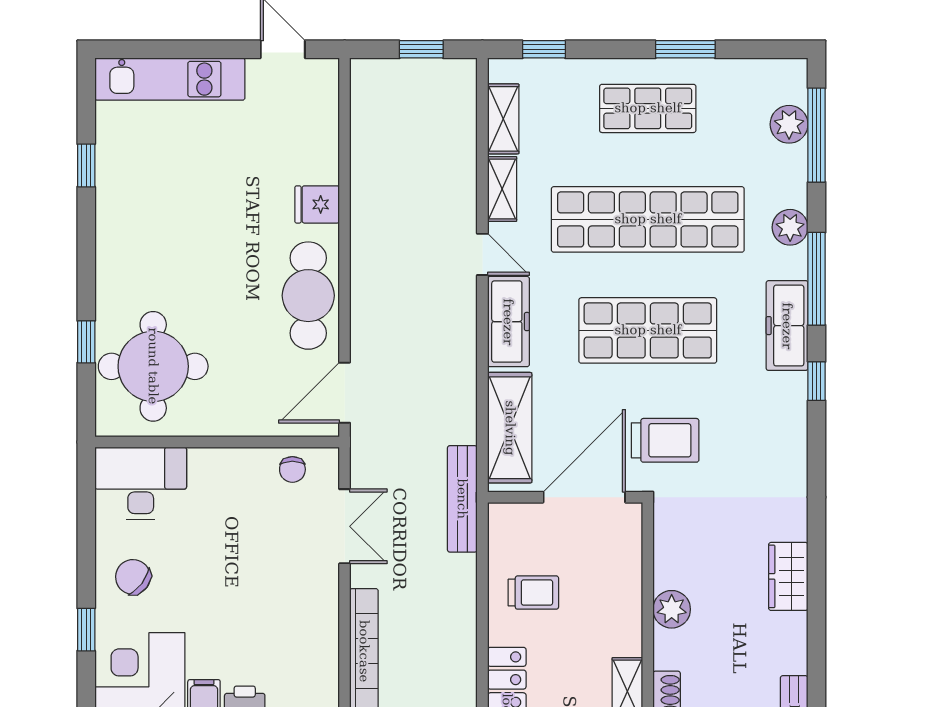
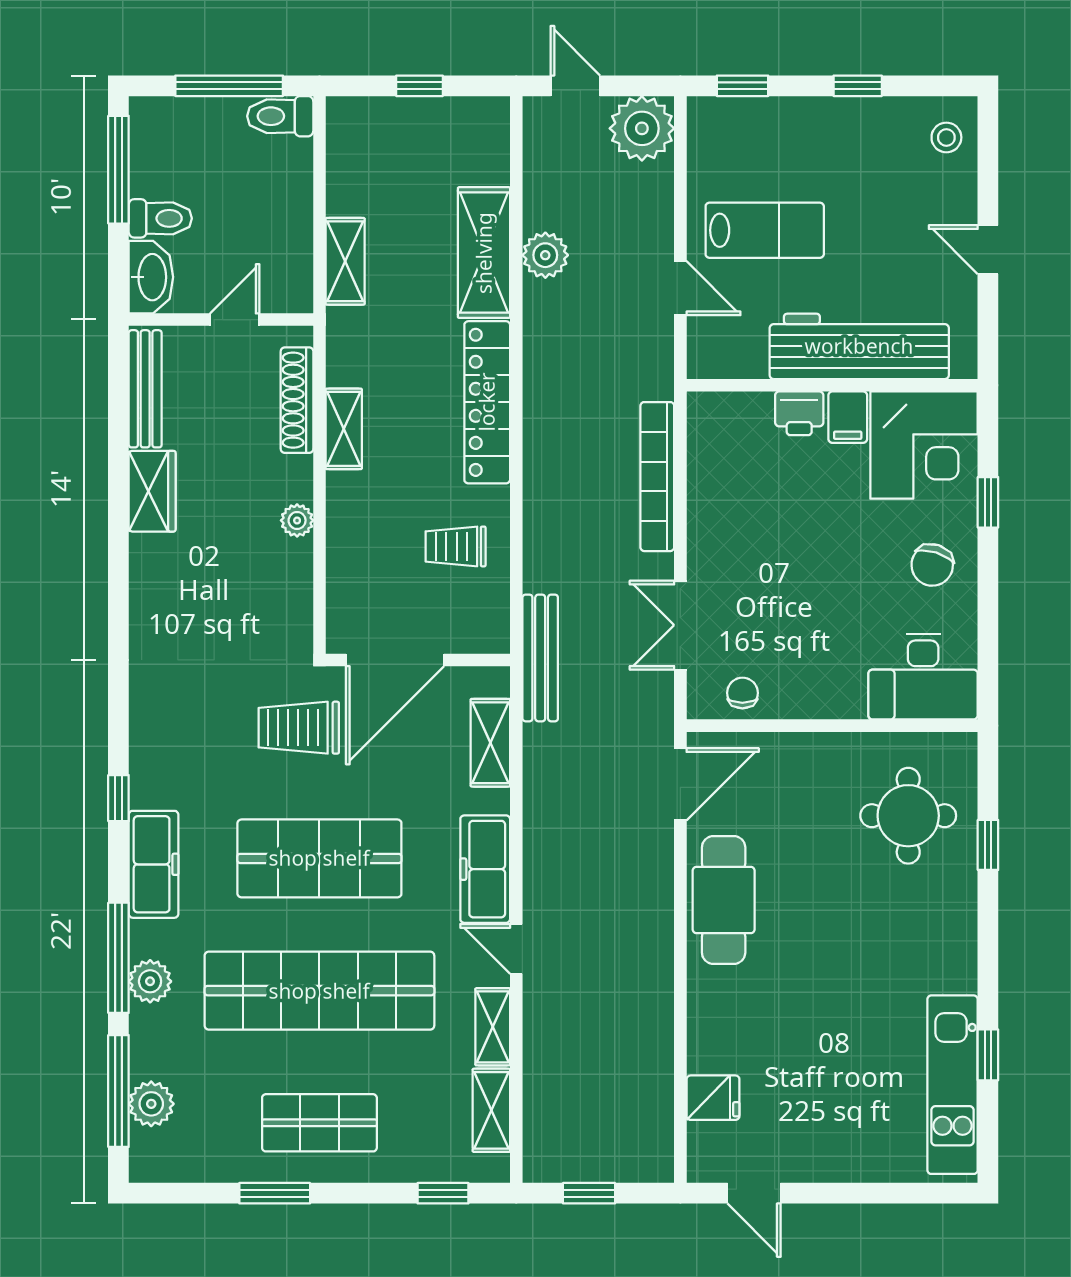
kitchen unit: (170, 79) -> (953, 1085), moved, turned -90
fridge: (317, 204) -> (713, 1098), moved
window: (817, 279) -> (118, 958), moved
round table: (153, 366) -> (908, 816), width x0.73, depth x0.73
shelving: (510, 428) -> (490, 743), width x0.67, depth x0.75
wardrobe: (788, 576) -> (152, 491), moved
chair: (133, 577) -> (932, 565), turned 70
plant: (672, 609) -> (297, 520), width x0.73, depth x0.73

